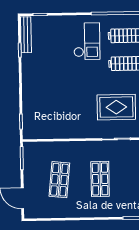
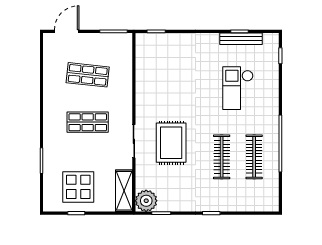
bench: (26, 35) -> (241, 39), moved
checkout: (87, 41) -> (238, 88), moved, turned 90

